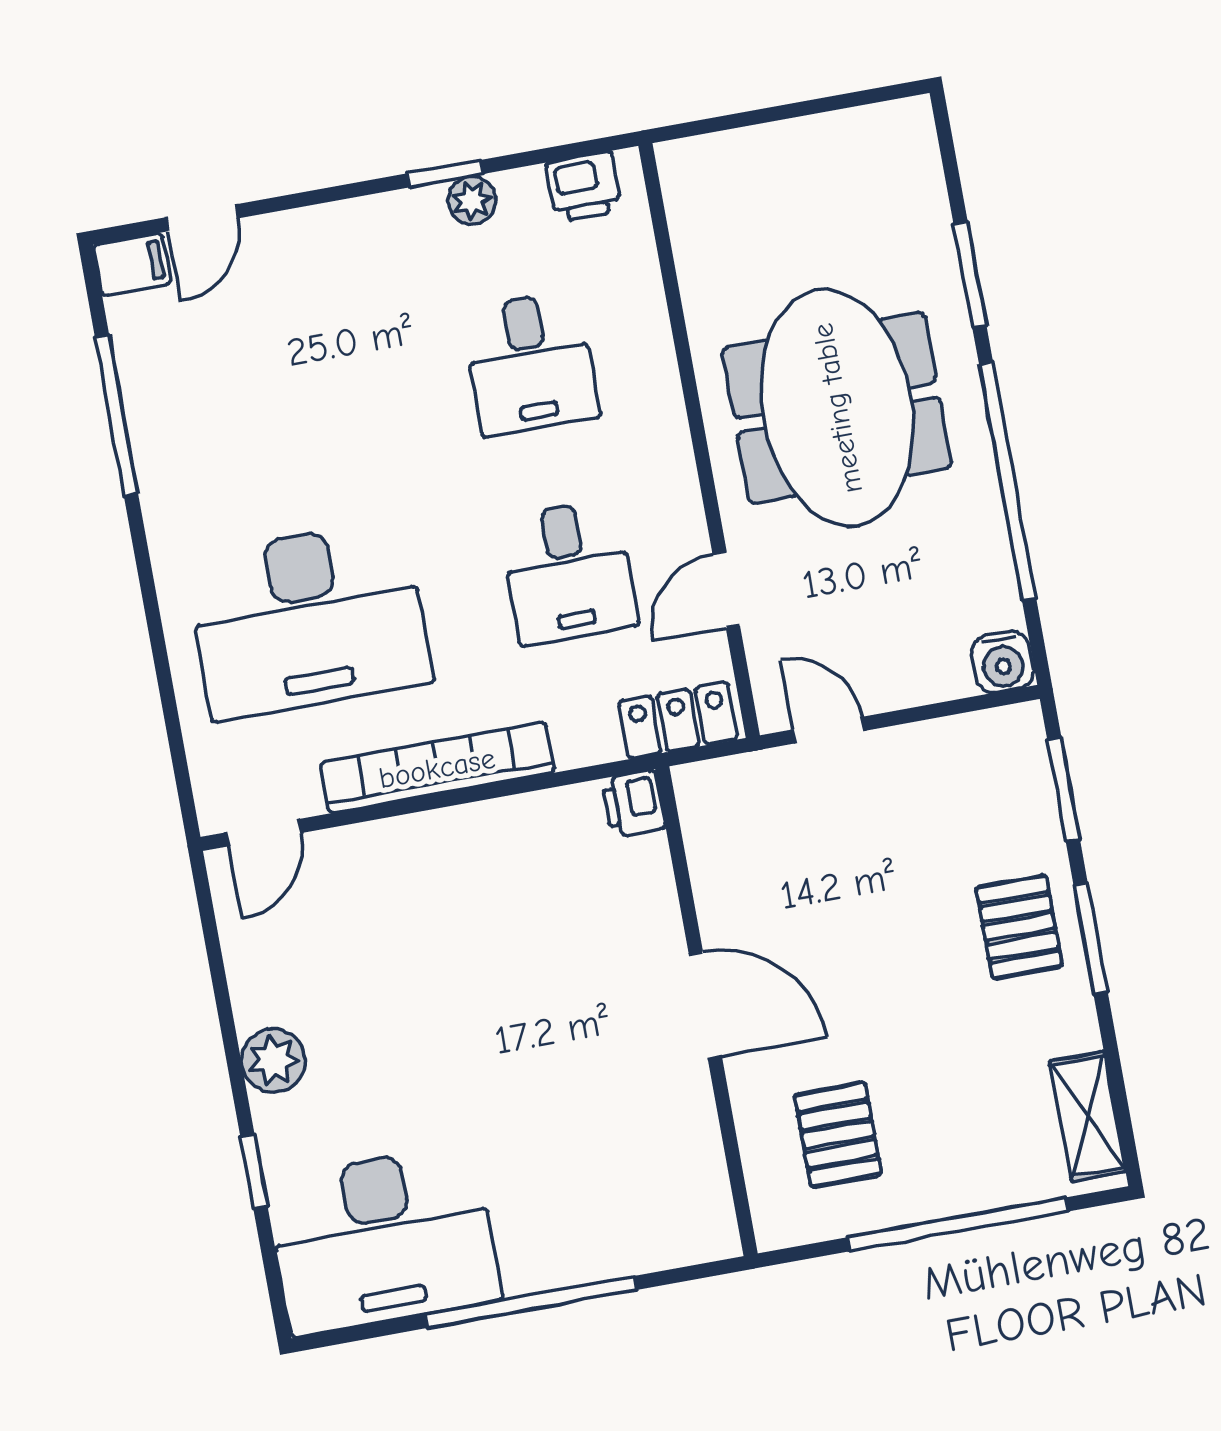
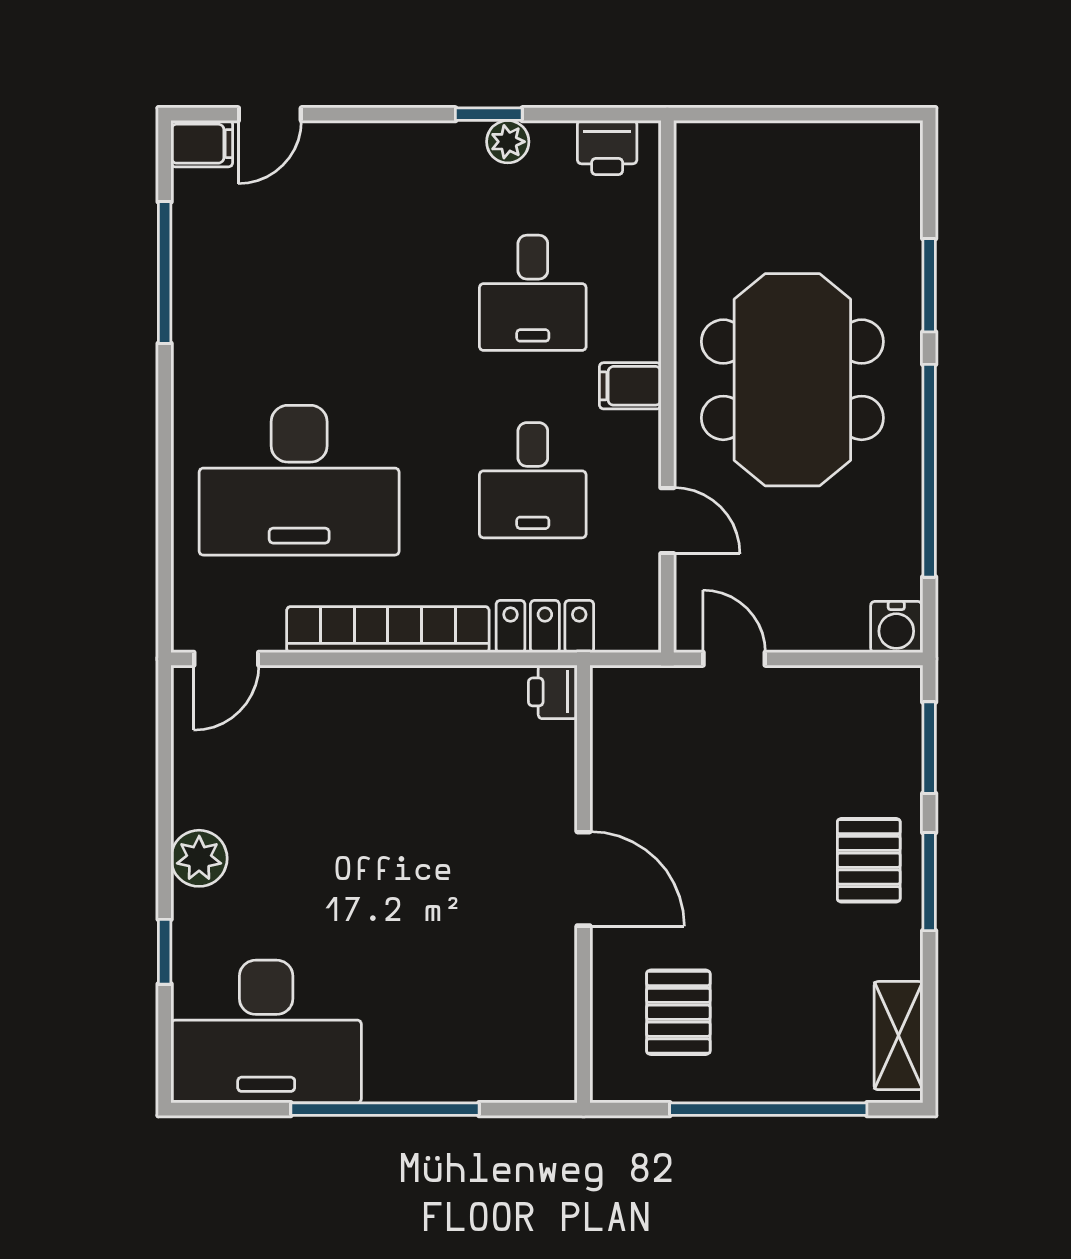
filing cabinet: (658, 447) -> (630, 386), added
door: (726, 590) -> (667, 521), swing flipped
locker: (678, 720) -> (545, 626), moved

